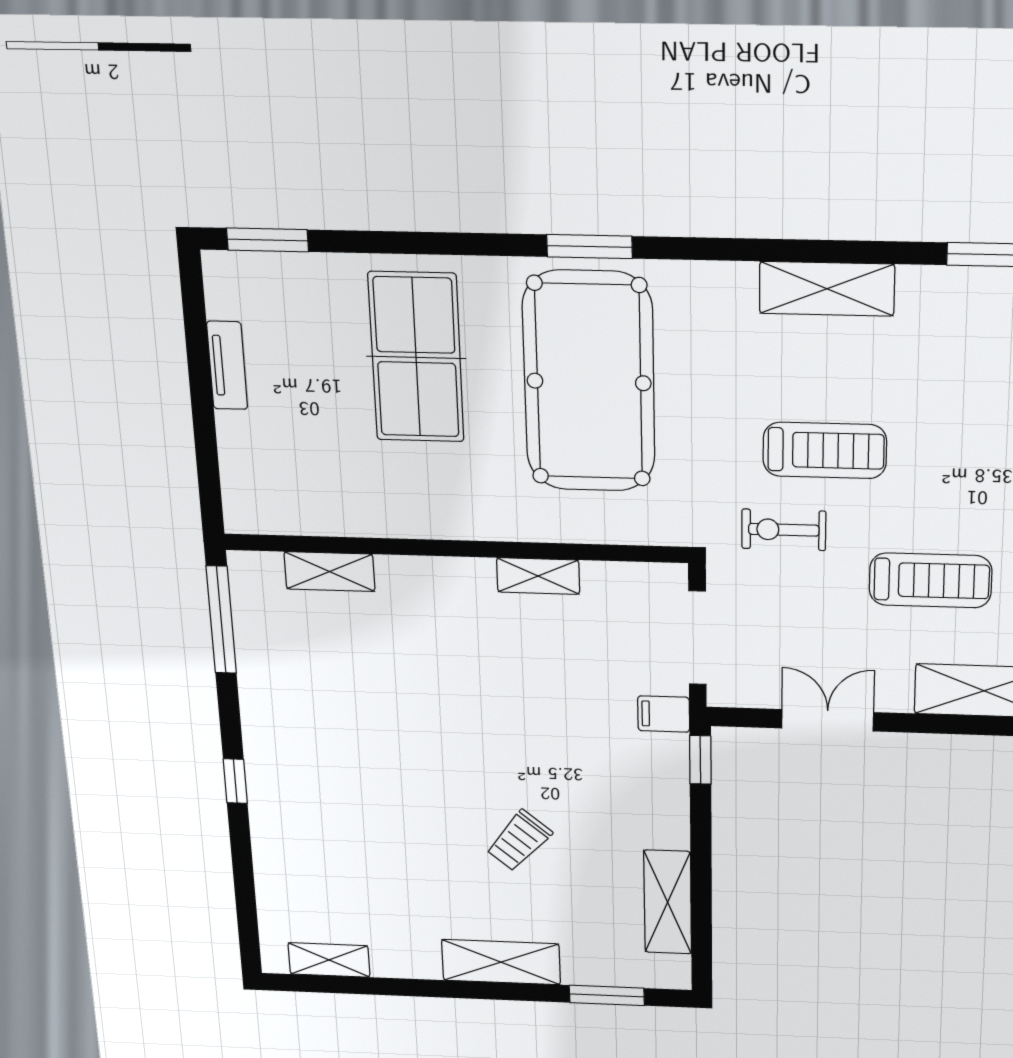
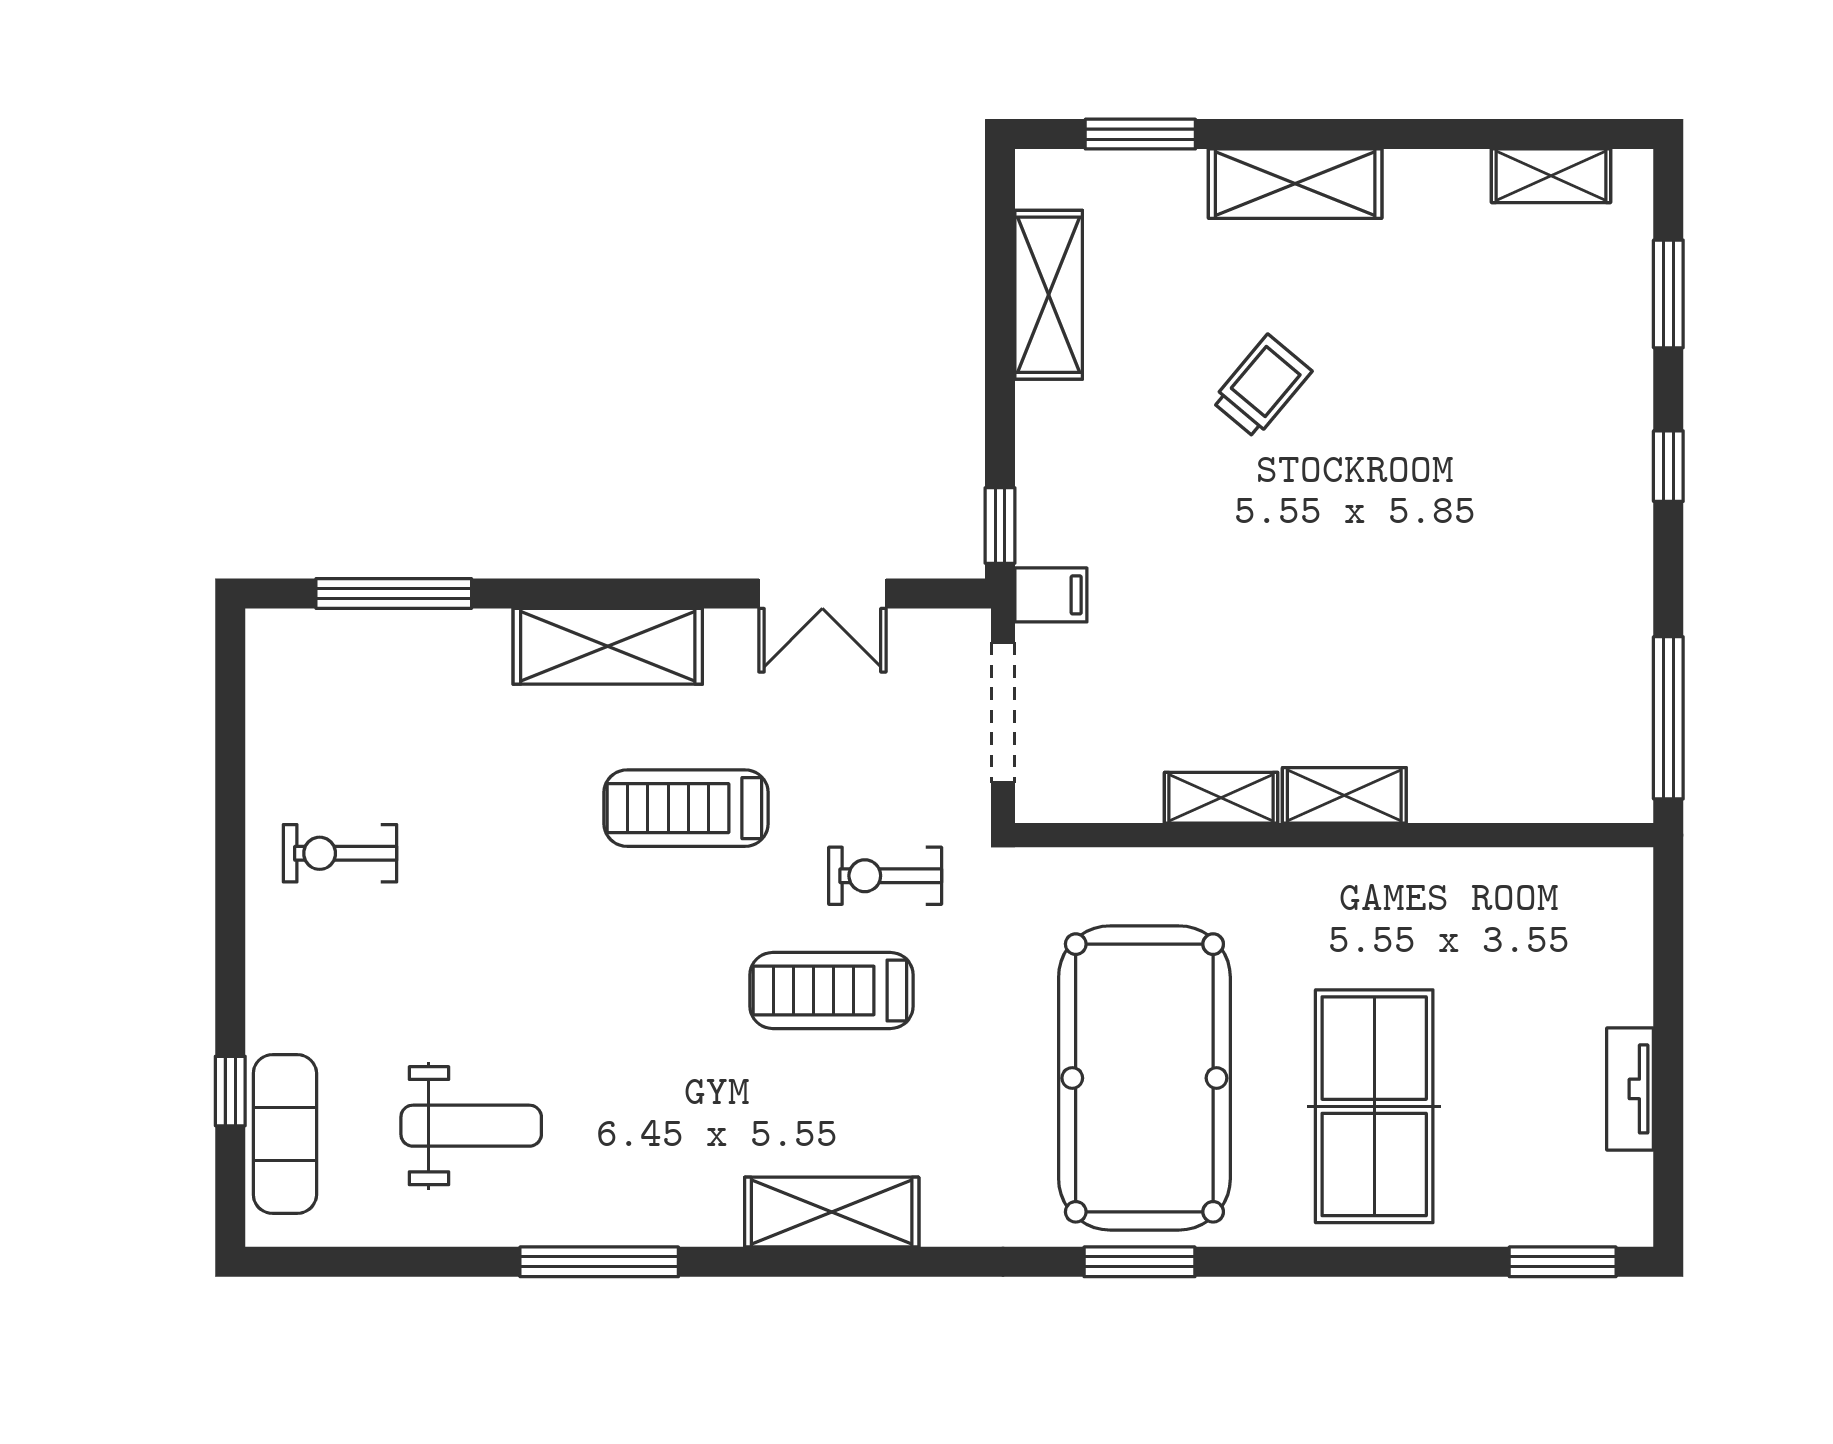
exercise bike: (784, 530) -> (885, 876), turned 180
shelving: (329, 572) -> (1344, 795), moved
window: (244, 887) -> (1668, 294), added

